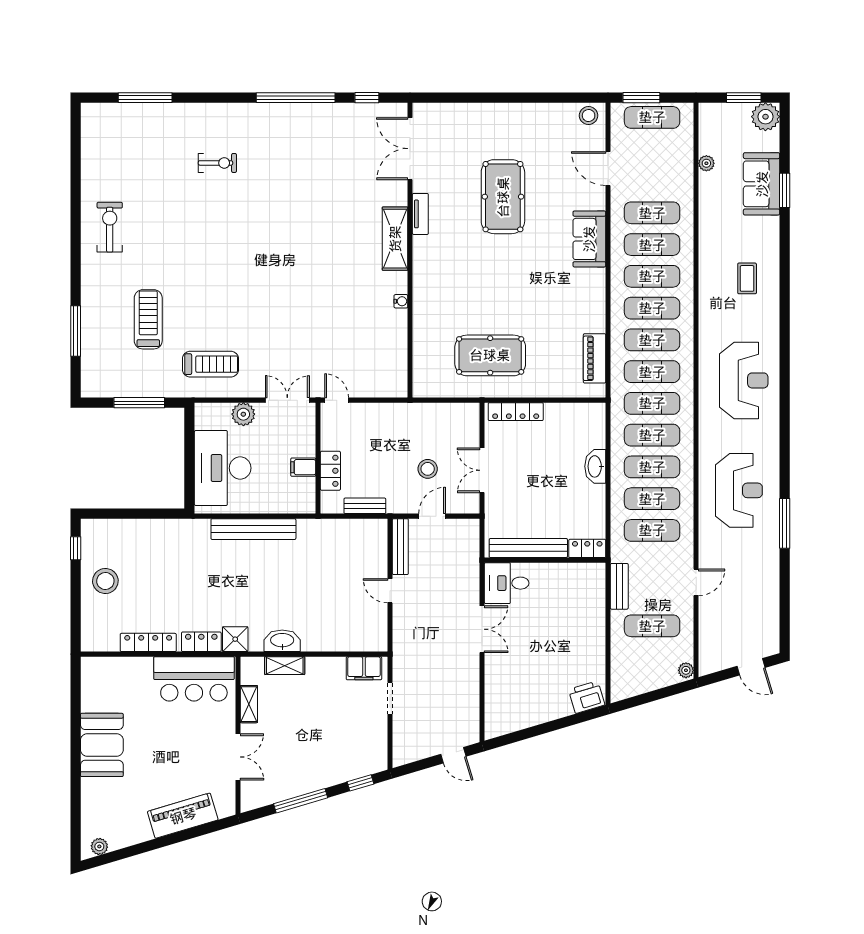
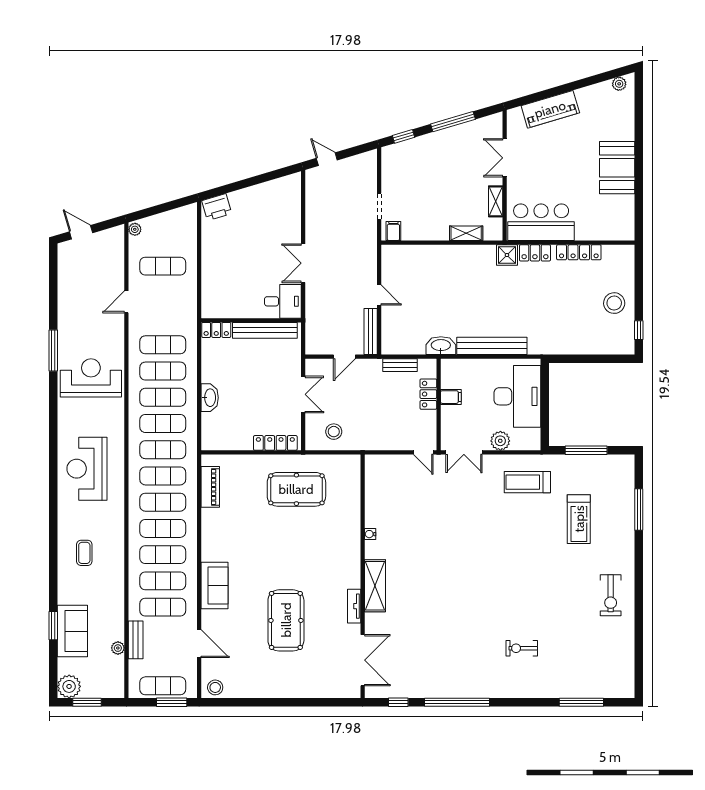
stool: (428, 469) -> (334, 432), moved
reception desk: (739, 490) -> (91, 378), turned 90
bench: (619, 586) -> (136, 640), moved
washbasin: (282, 641) -> (441, 346), moved, turned 180
filing cabinet: (364, 668) -> (393, 231), width x0.50

